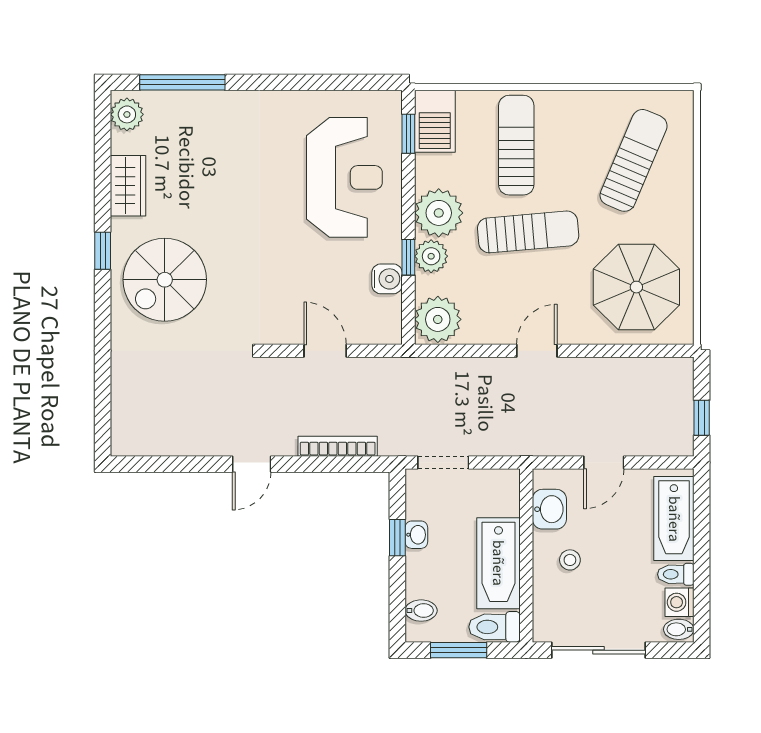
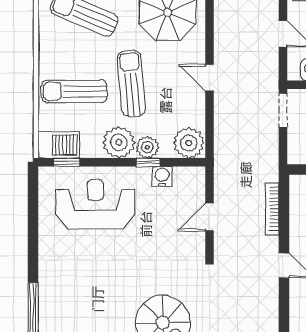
doorway: (443, 462) -> (283, 110), moved

